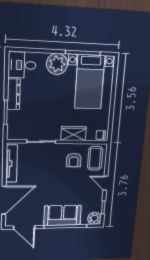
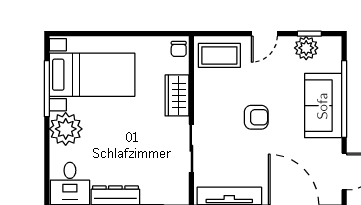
armchair: (74, 160) -> (256, 117), moved
plant: (94, 218) -> (306, 48), moved

